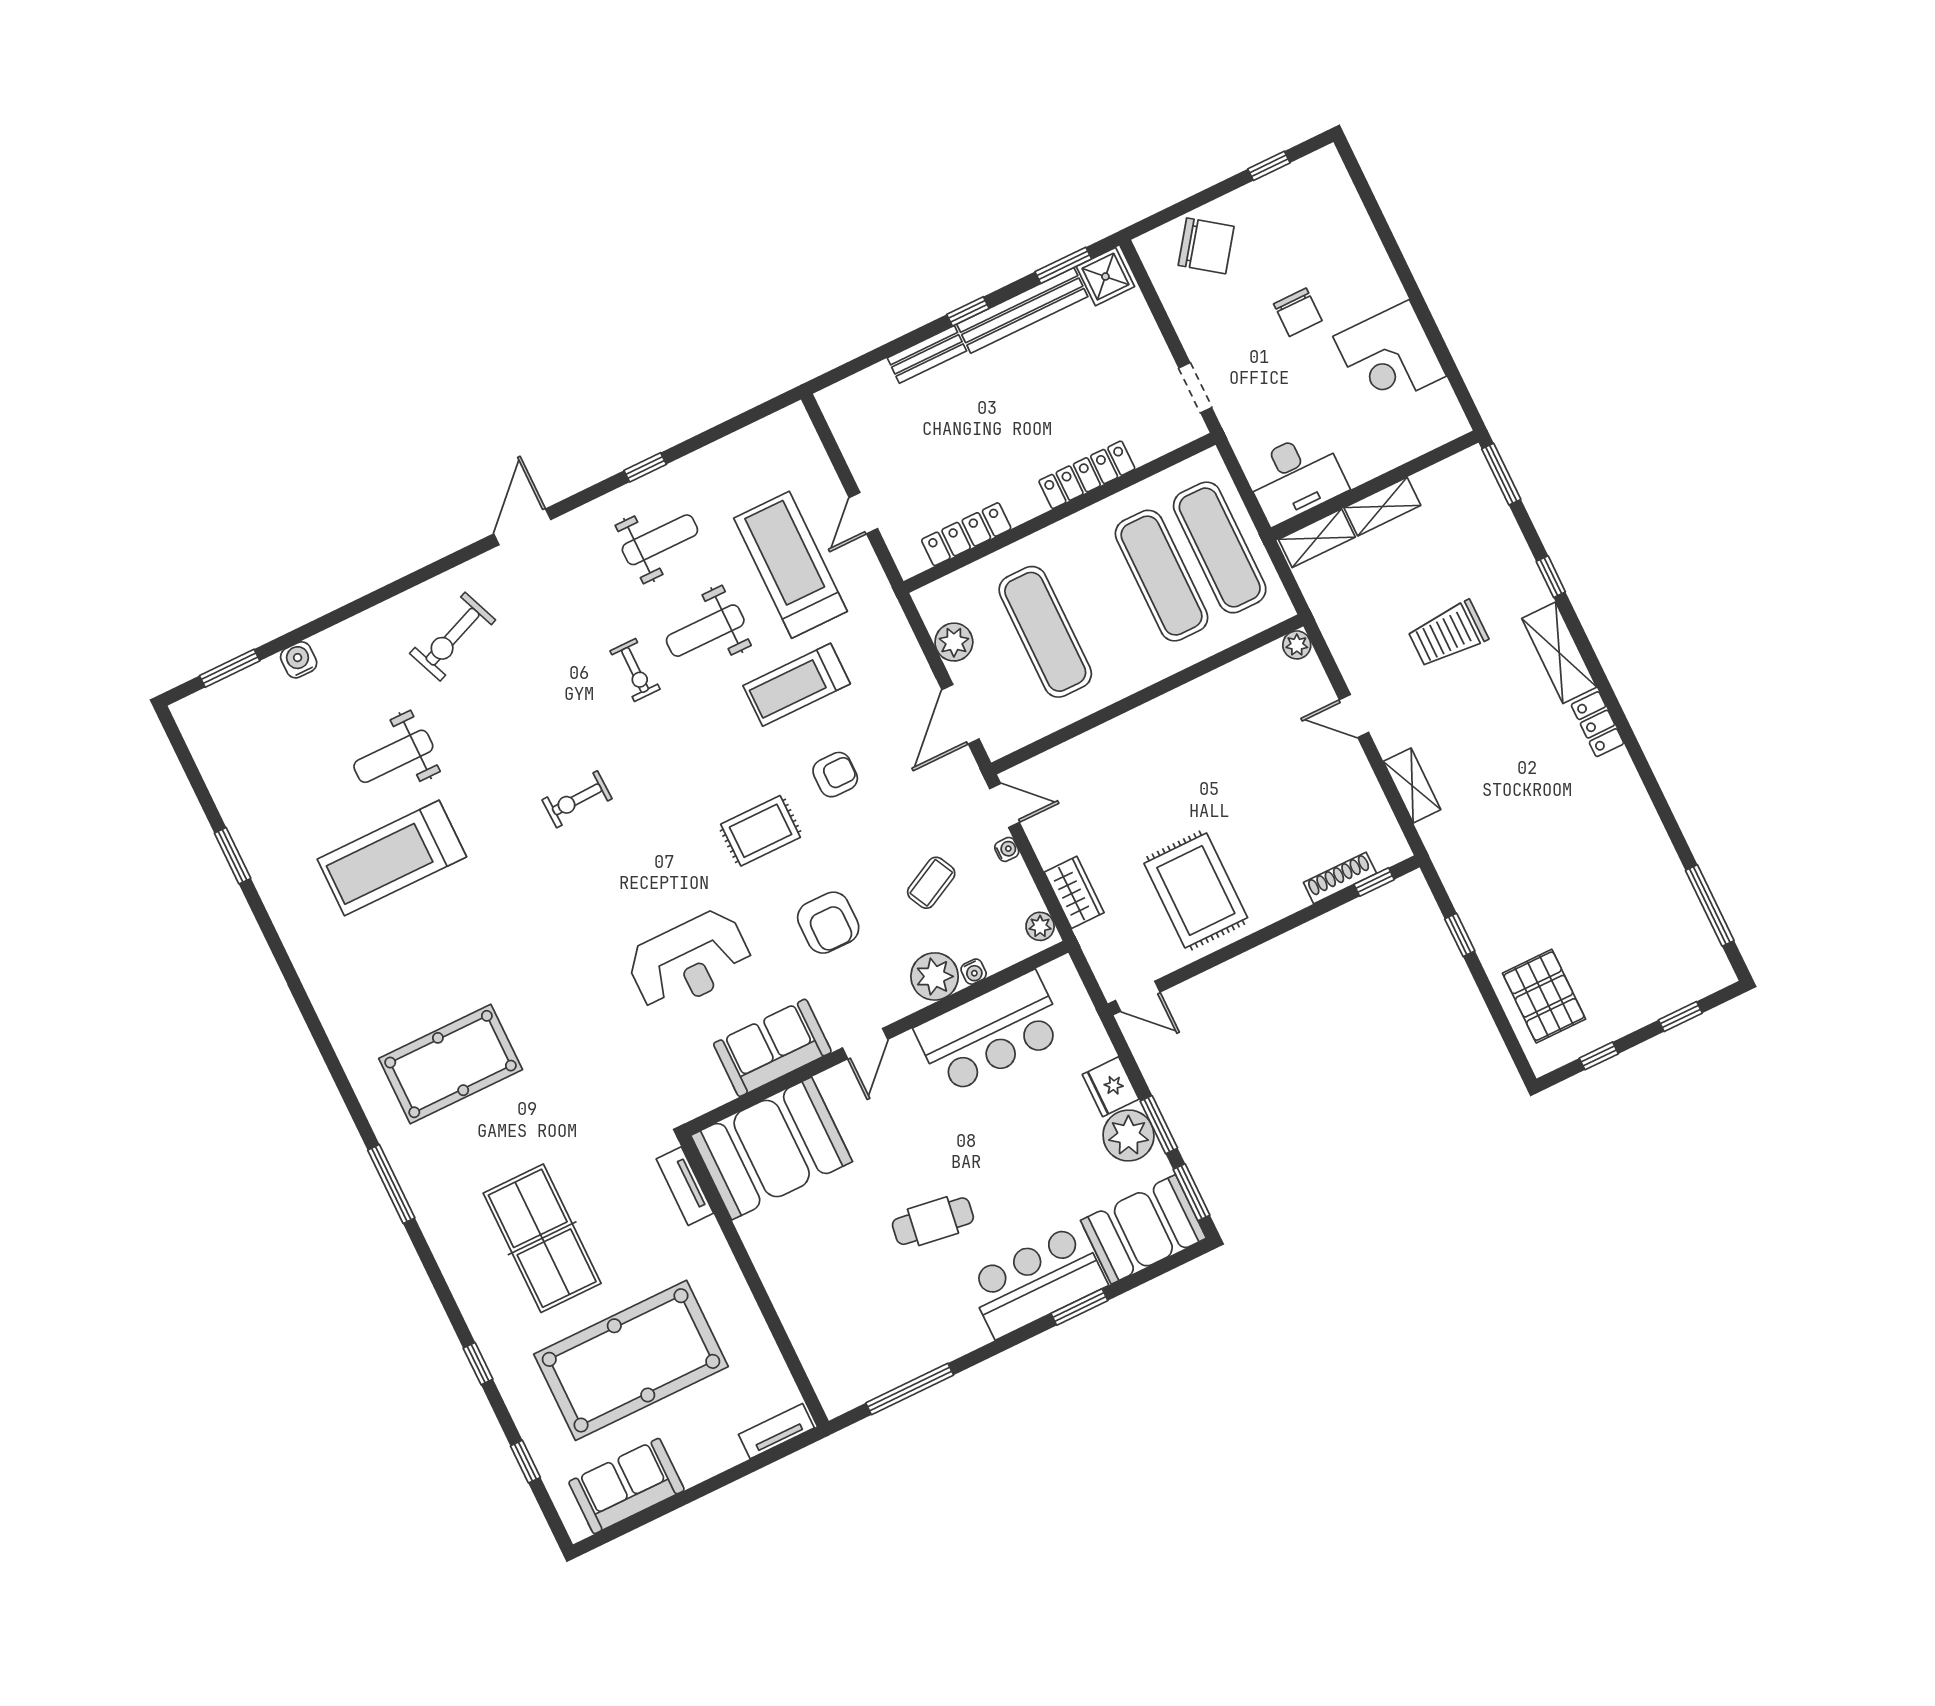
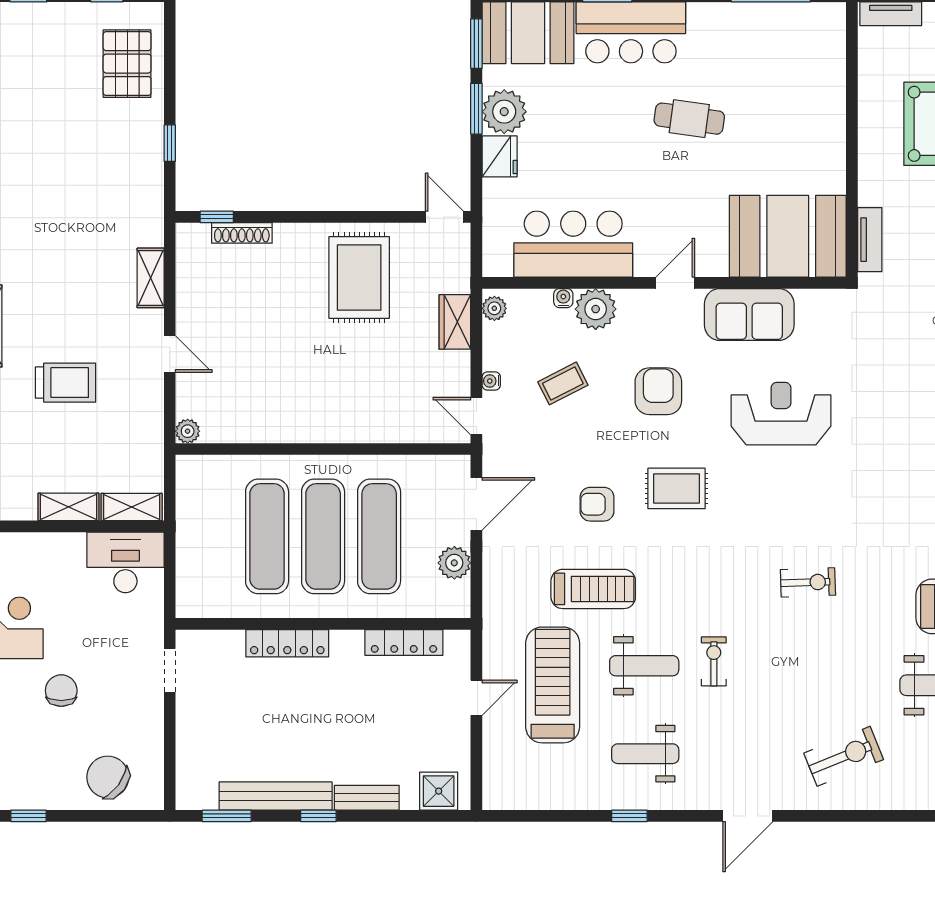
shower: (1105, 277) -> (439, 791), moved
exercise mat: (1220, 547) -> (323, 536), moved
treadmill: (791, 565) -> (553, 685), turned 180

